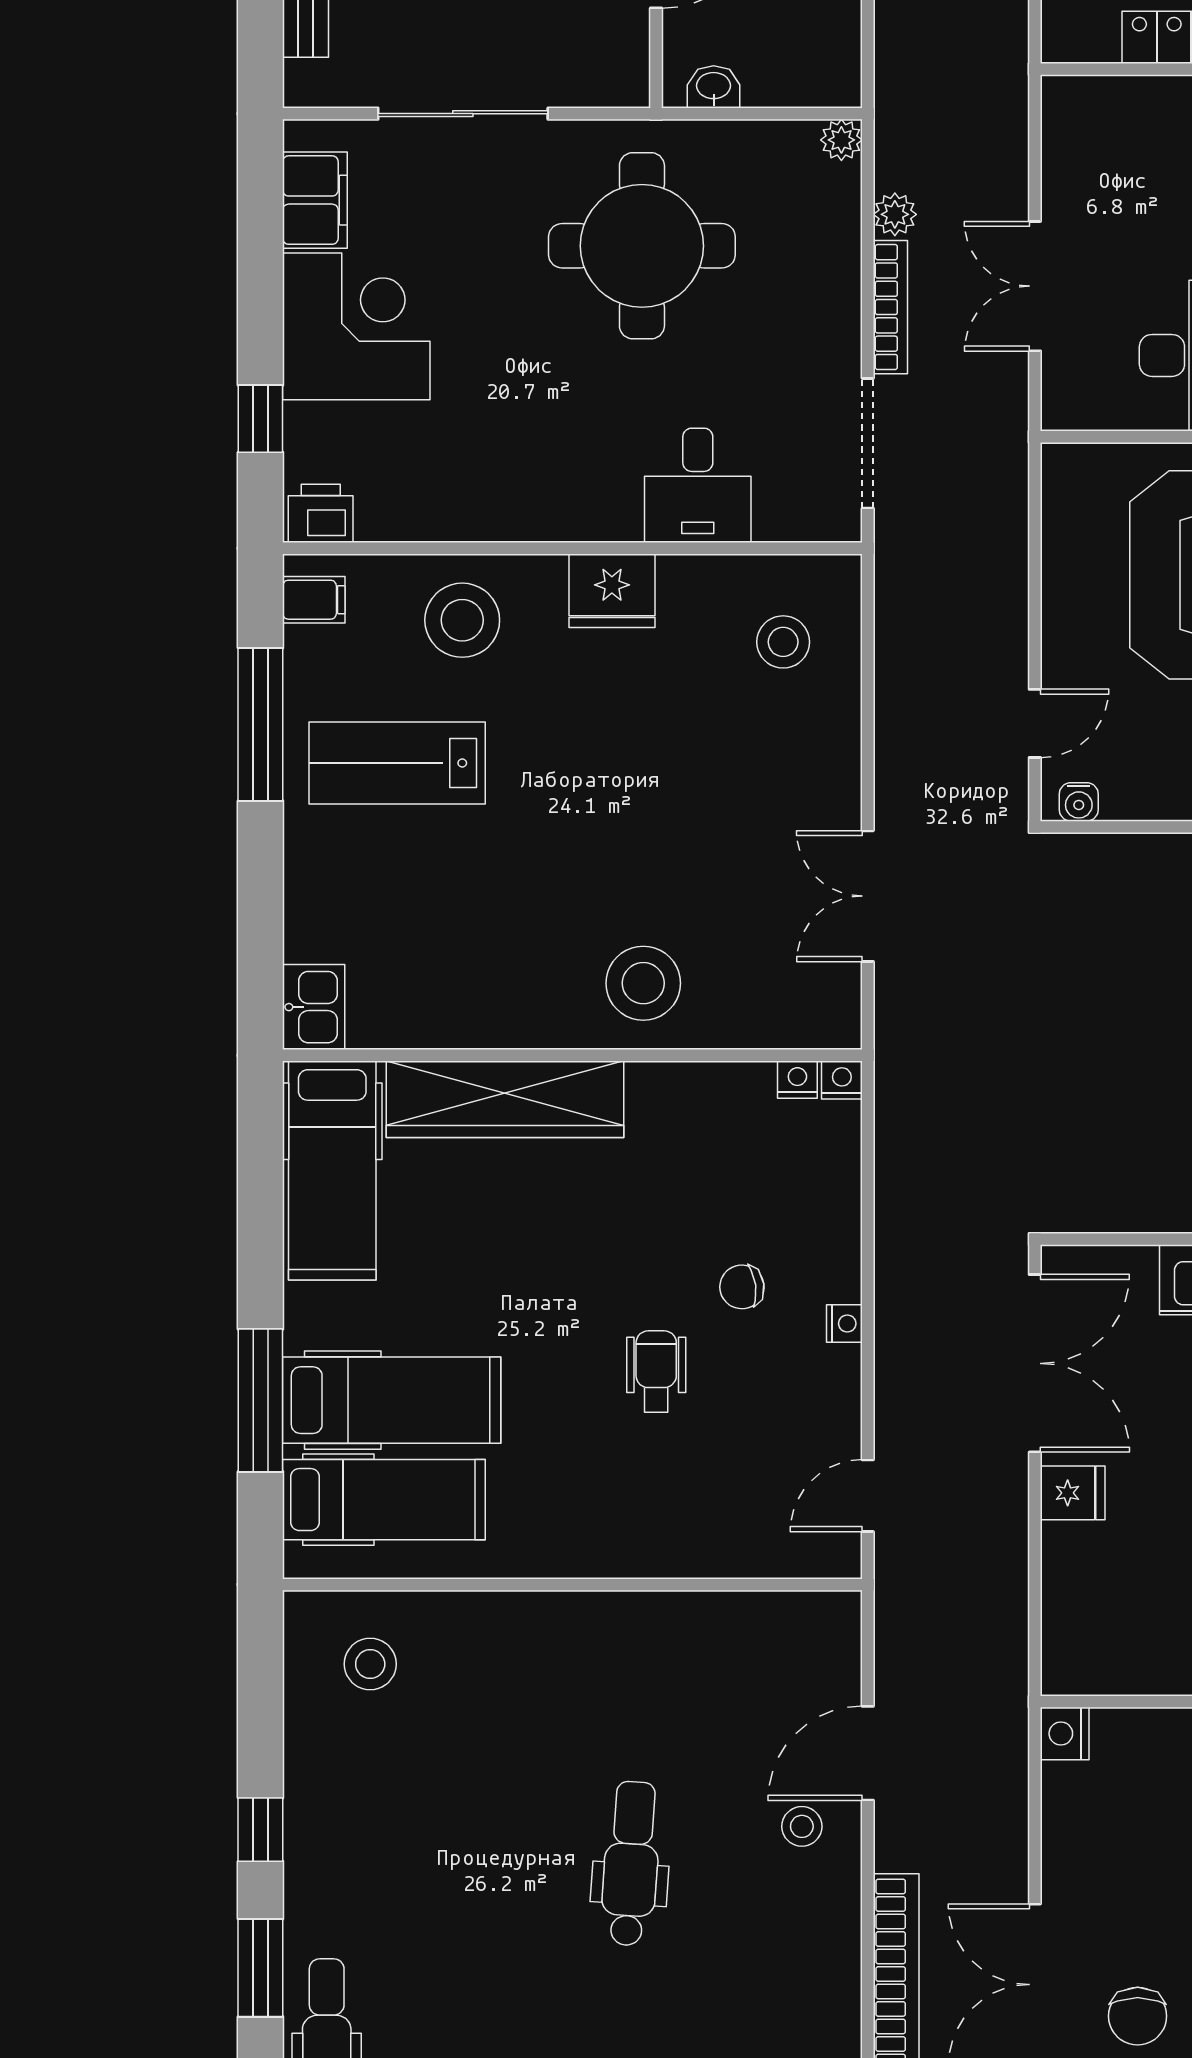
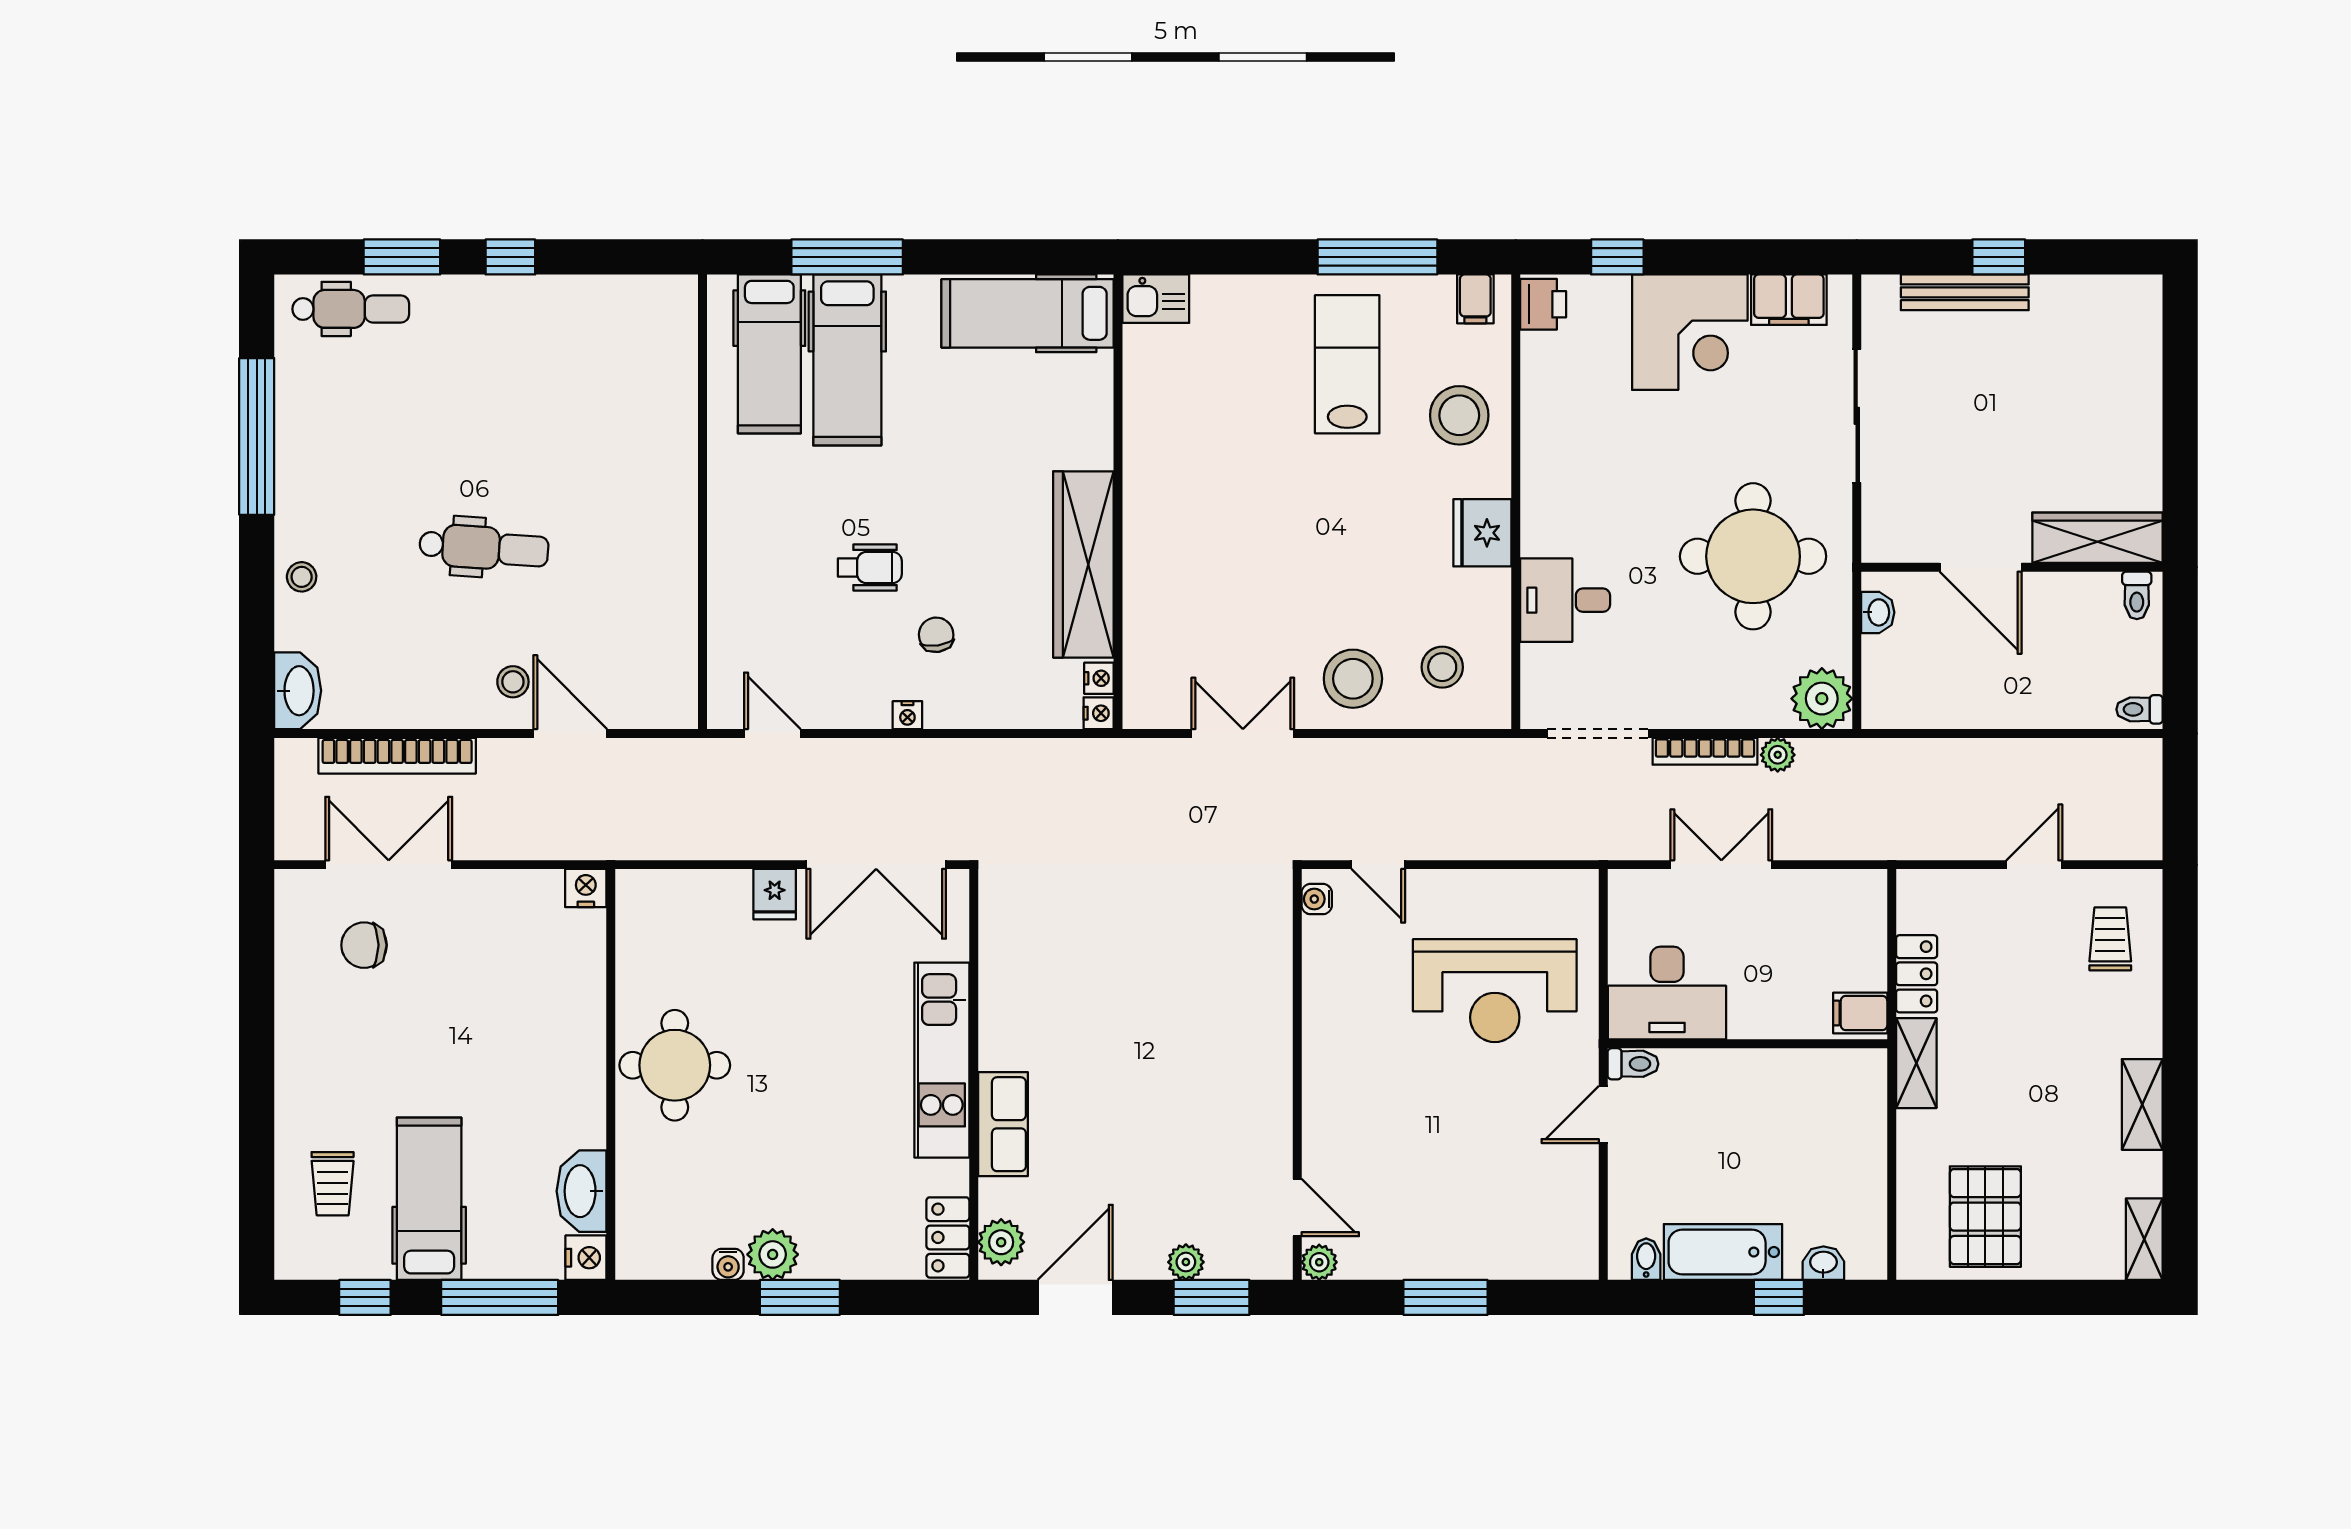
plant: (841, 140) -> (1822, 699), width x1.88, depth x1.88
stool: (643, 983) -> (1353, 679), moved
wardrobe: (505, 1099) -> (1083, 564), moved
stool: (370, 1664) -> (640, 343), removed

